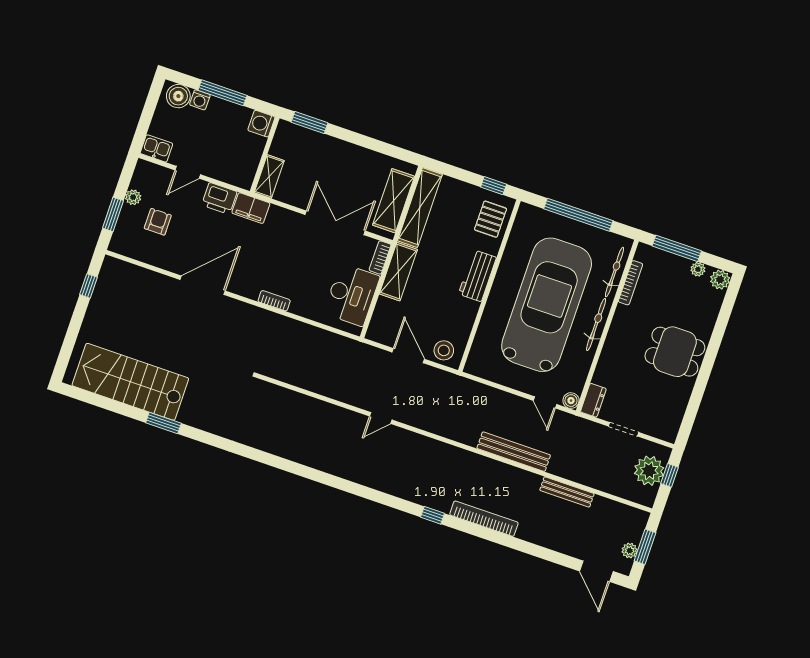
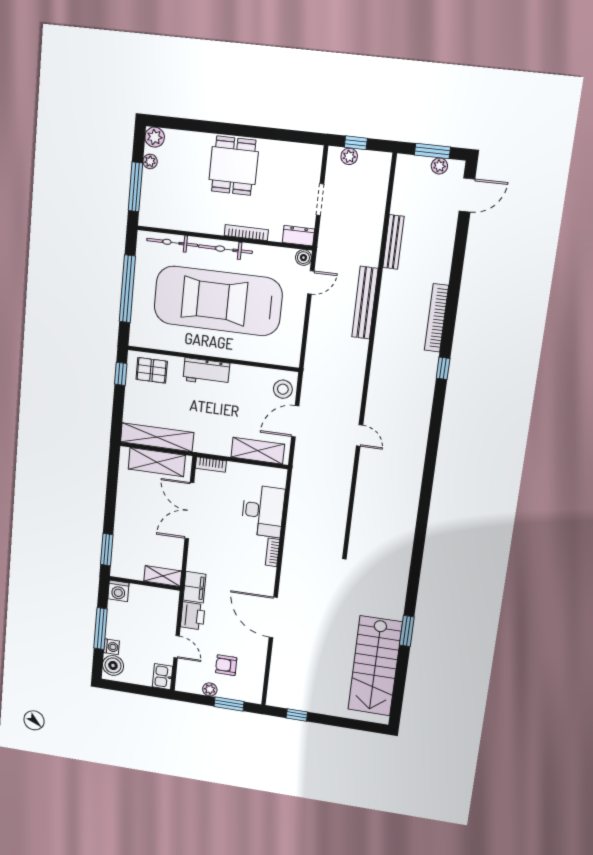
shelving: (398, 272) -> (258, 451), moved
bookcase: (630, 283) -> (246, 233), moved
desk: (352, 295) -> (263, 511), moved, turned 90
plant: (649, 471) -> (349, 156), width x0.53, depth x0.53

